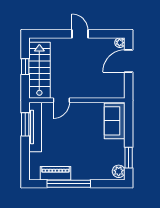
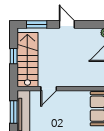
window: (49, 34) -> (37, 24), added

